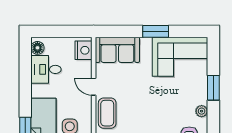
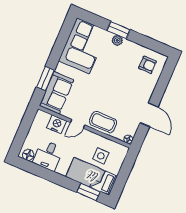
window: (156, 31) -> (45, 79), moved
nightstand: (83, 50) -> (57, 124), moved
plant: (202, 111) -> (117, 40), moved

